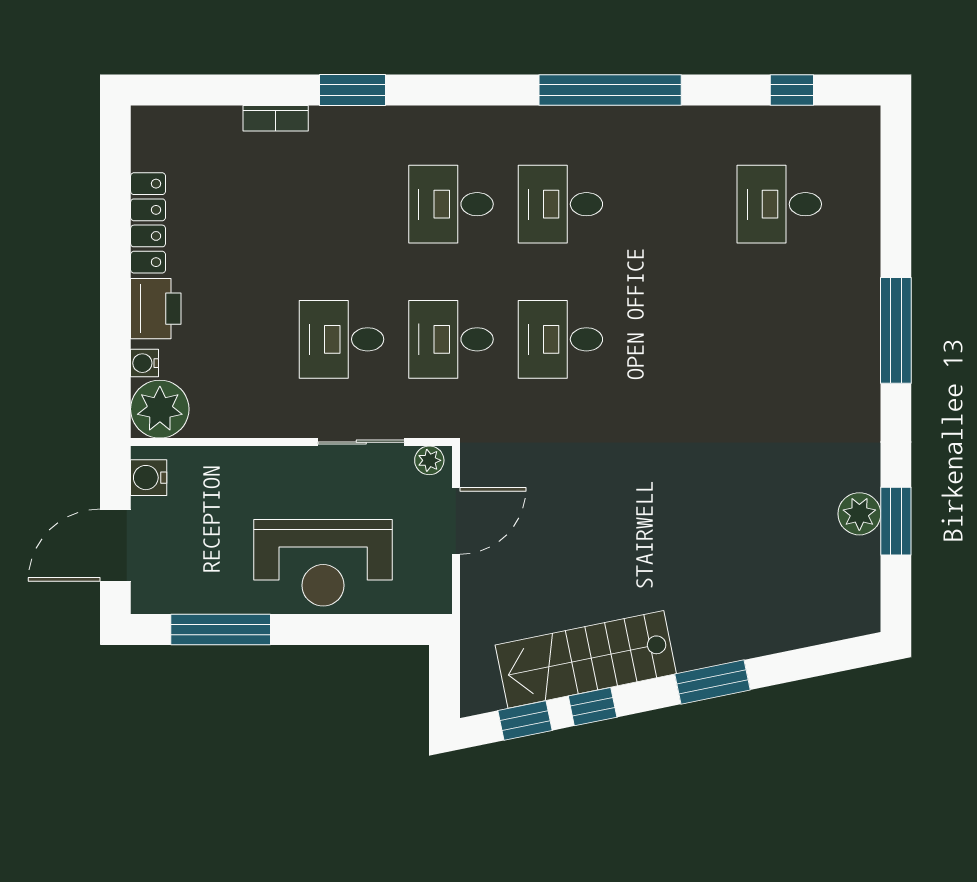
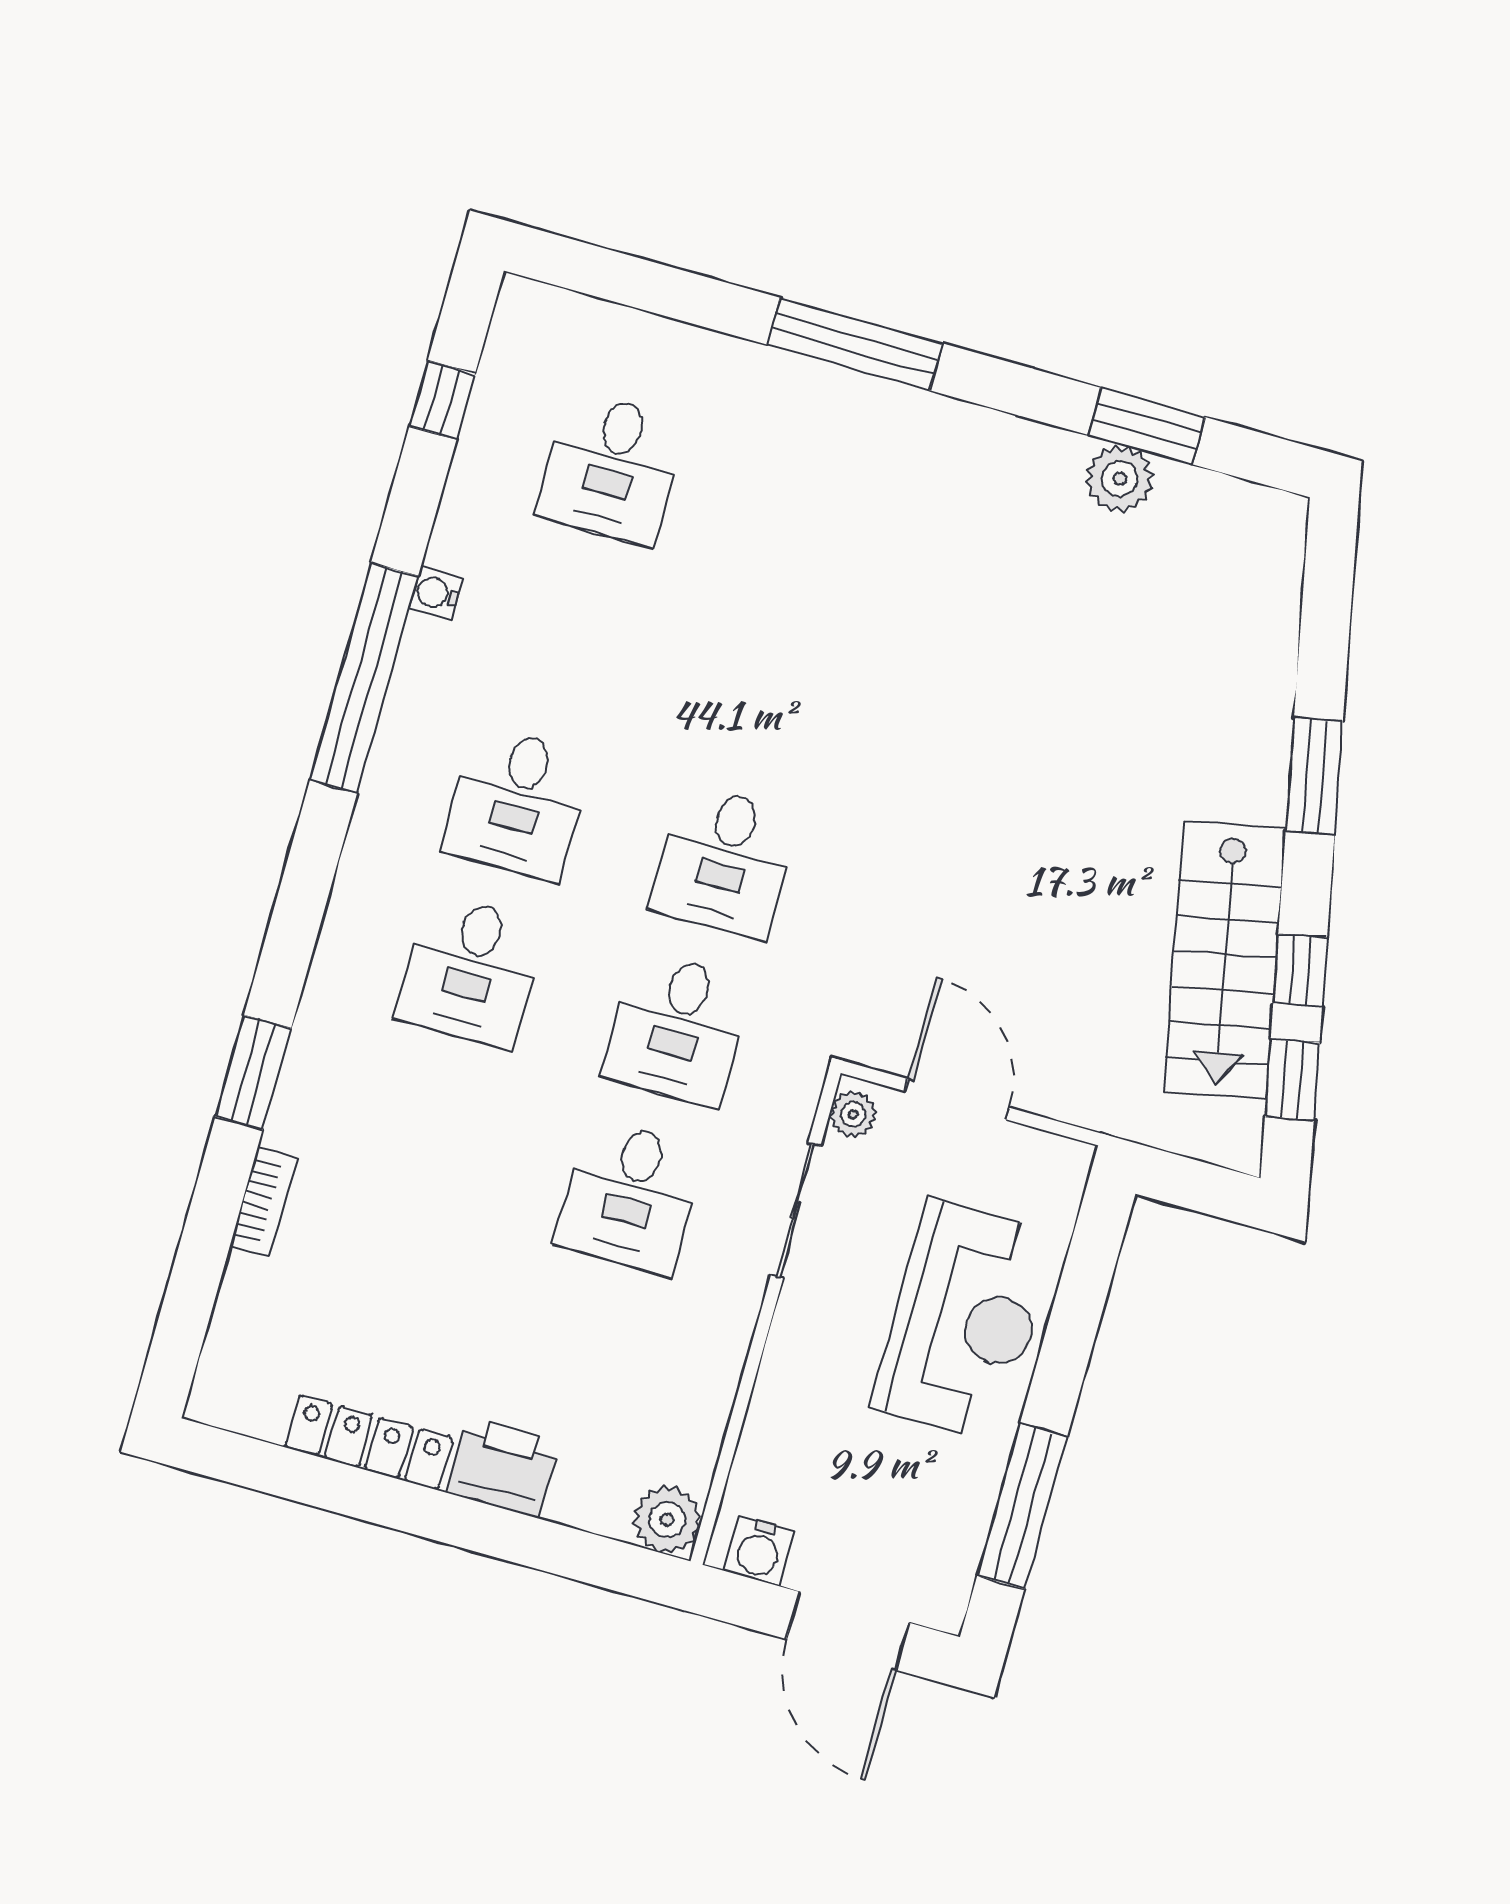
water cooler: (145, 363) -> (436, 593), moved, turned 90
plant: (160, 409) -> (667, 1520), width x0.73, depth x0.73

